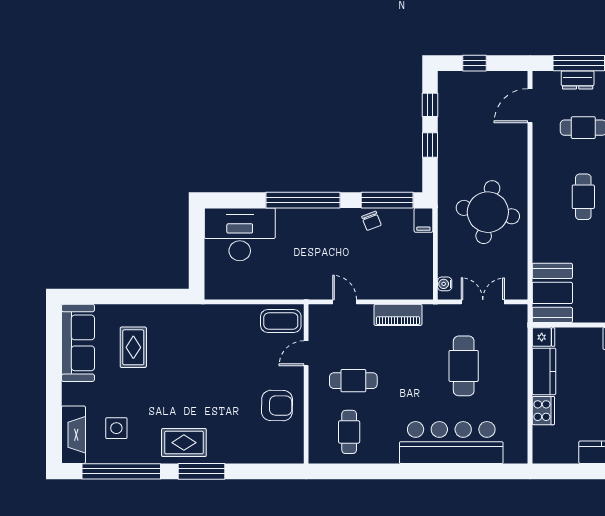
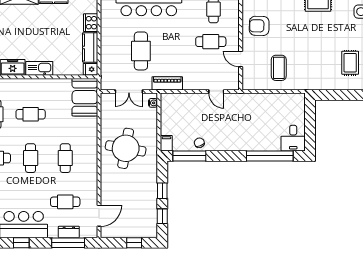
window: (303, 200) -> (270, 156), moved
desk: (240, 234) -> (293, 138), width x0.53, depth x0.77
piano: (398, 315) -> (167, 83), moved
coffee table: (281, 321) -> (279, 68), moved, turned 90
door: (306, 353) -> (241, 59), swing flipped

